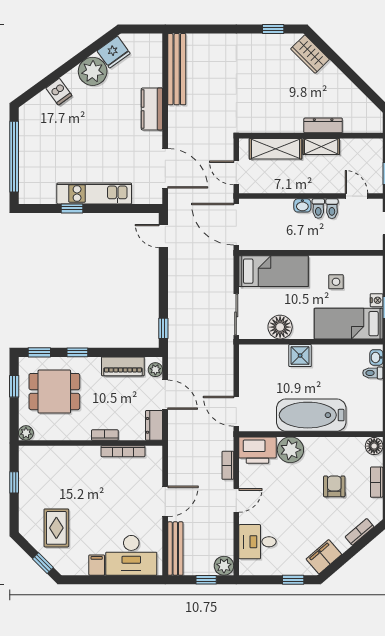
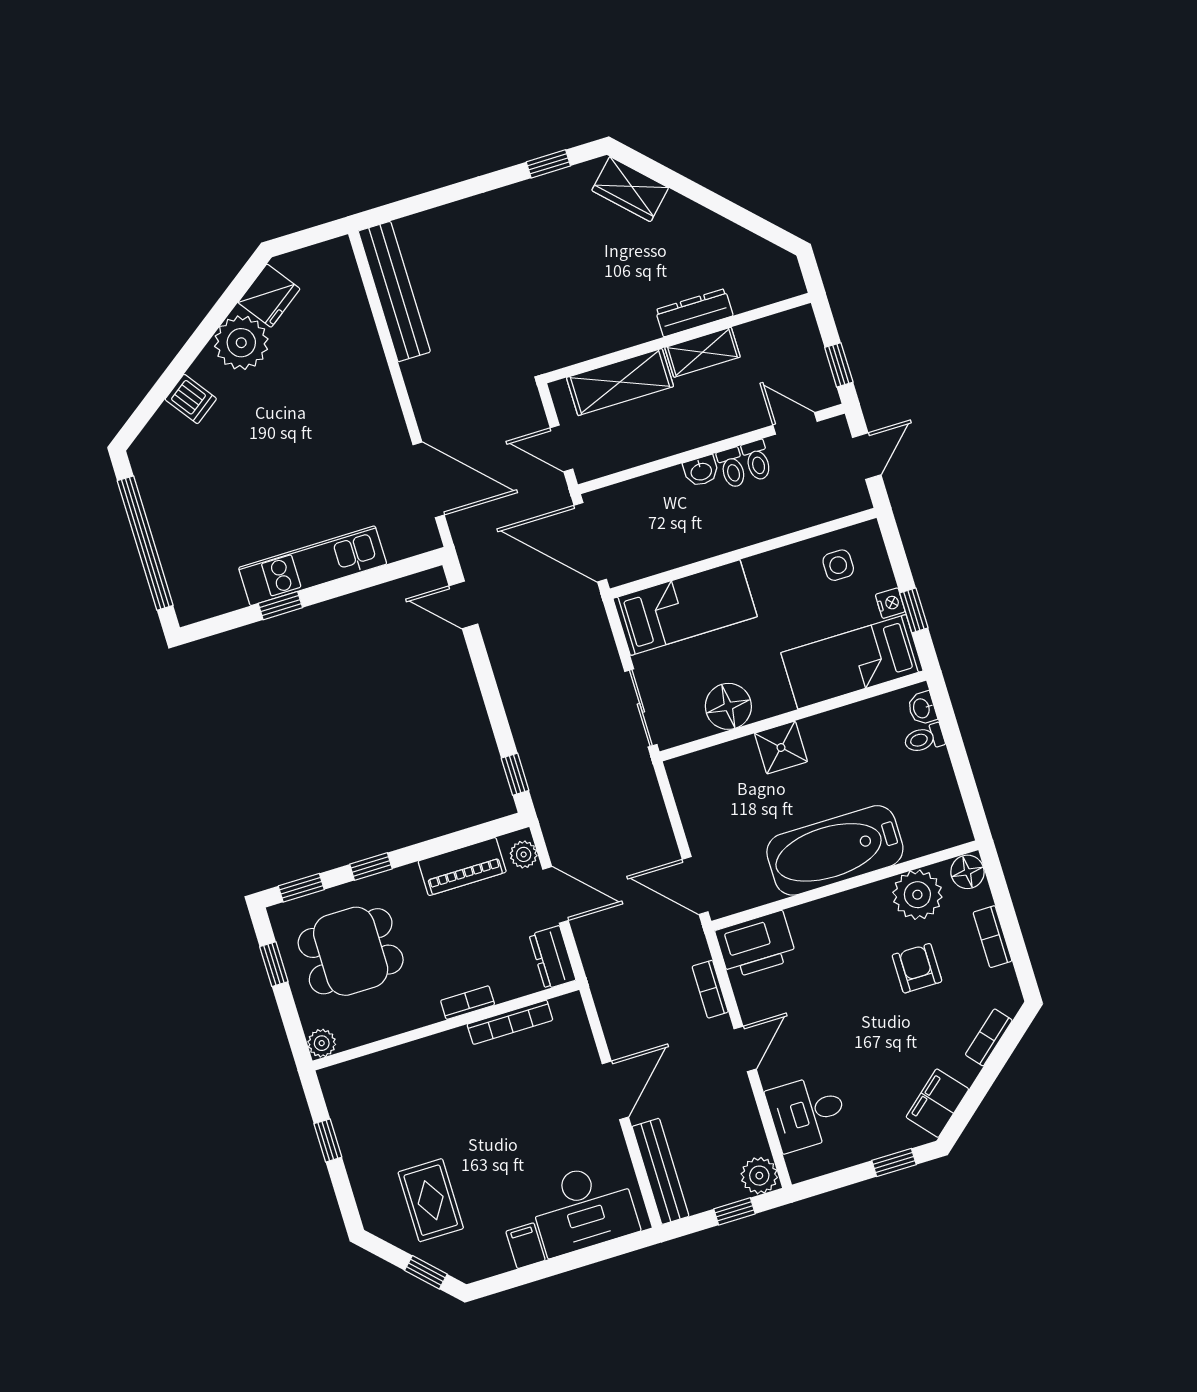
kitchen counter: (152, 109) -> (371, 378), removed
side table: (336, 282) -> (838, 565), moved
plant: (290, 450) -> (917, 895), moved

